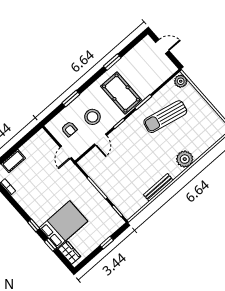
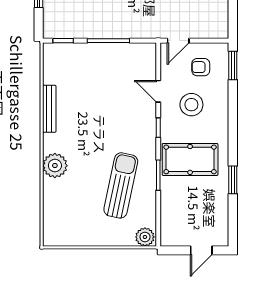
window: (71, 99) -> (233, 66), moved
door: (66, 152) -> (178, 41), swing flipped

